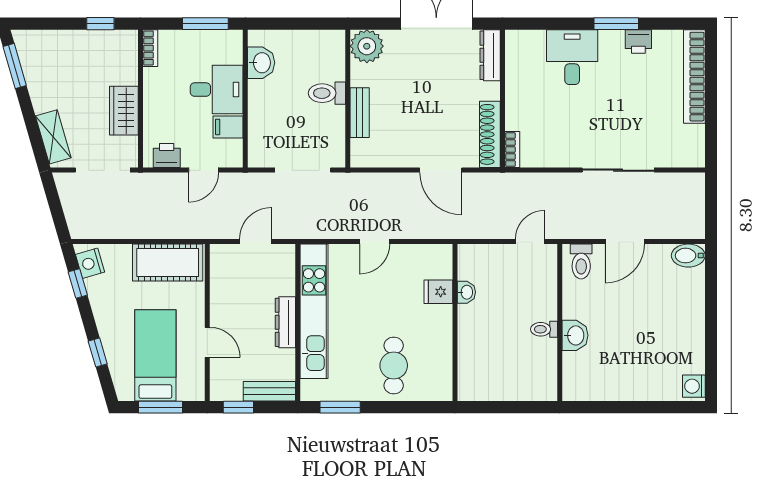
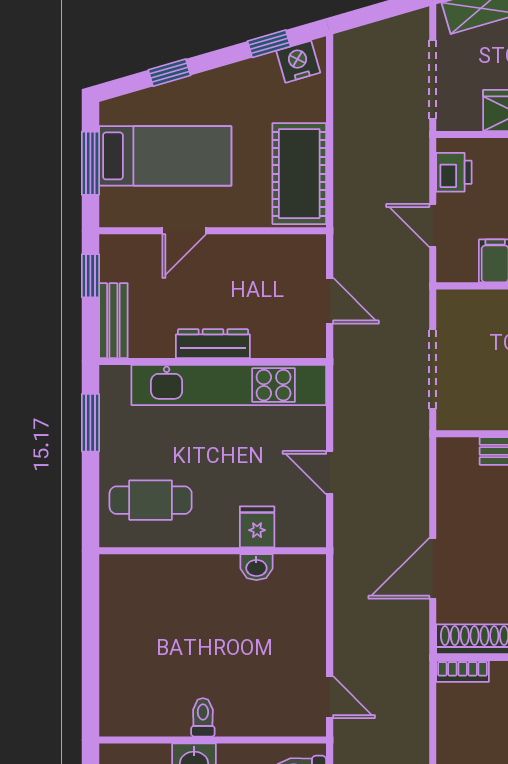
fridge: (438, 292) -> (257, 527), moved
washbasin: (466, 292) -> (256, 567), moved
wall: (455, 323) -> (213, 551), moved

